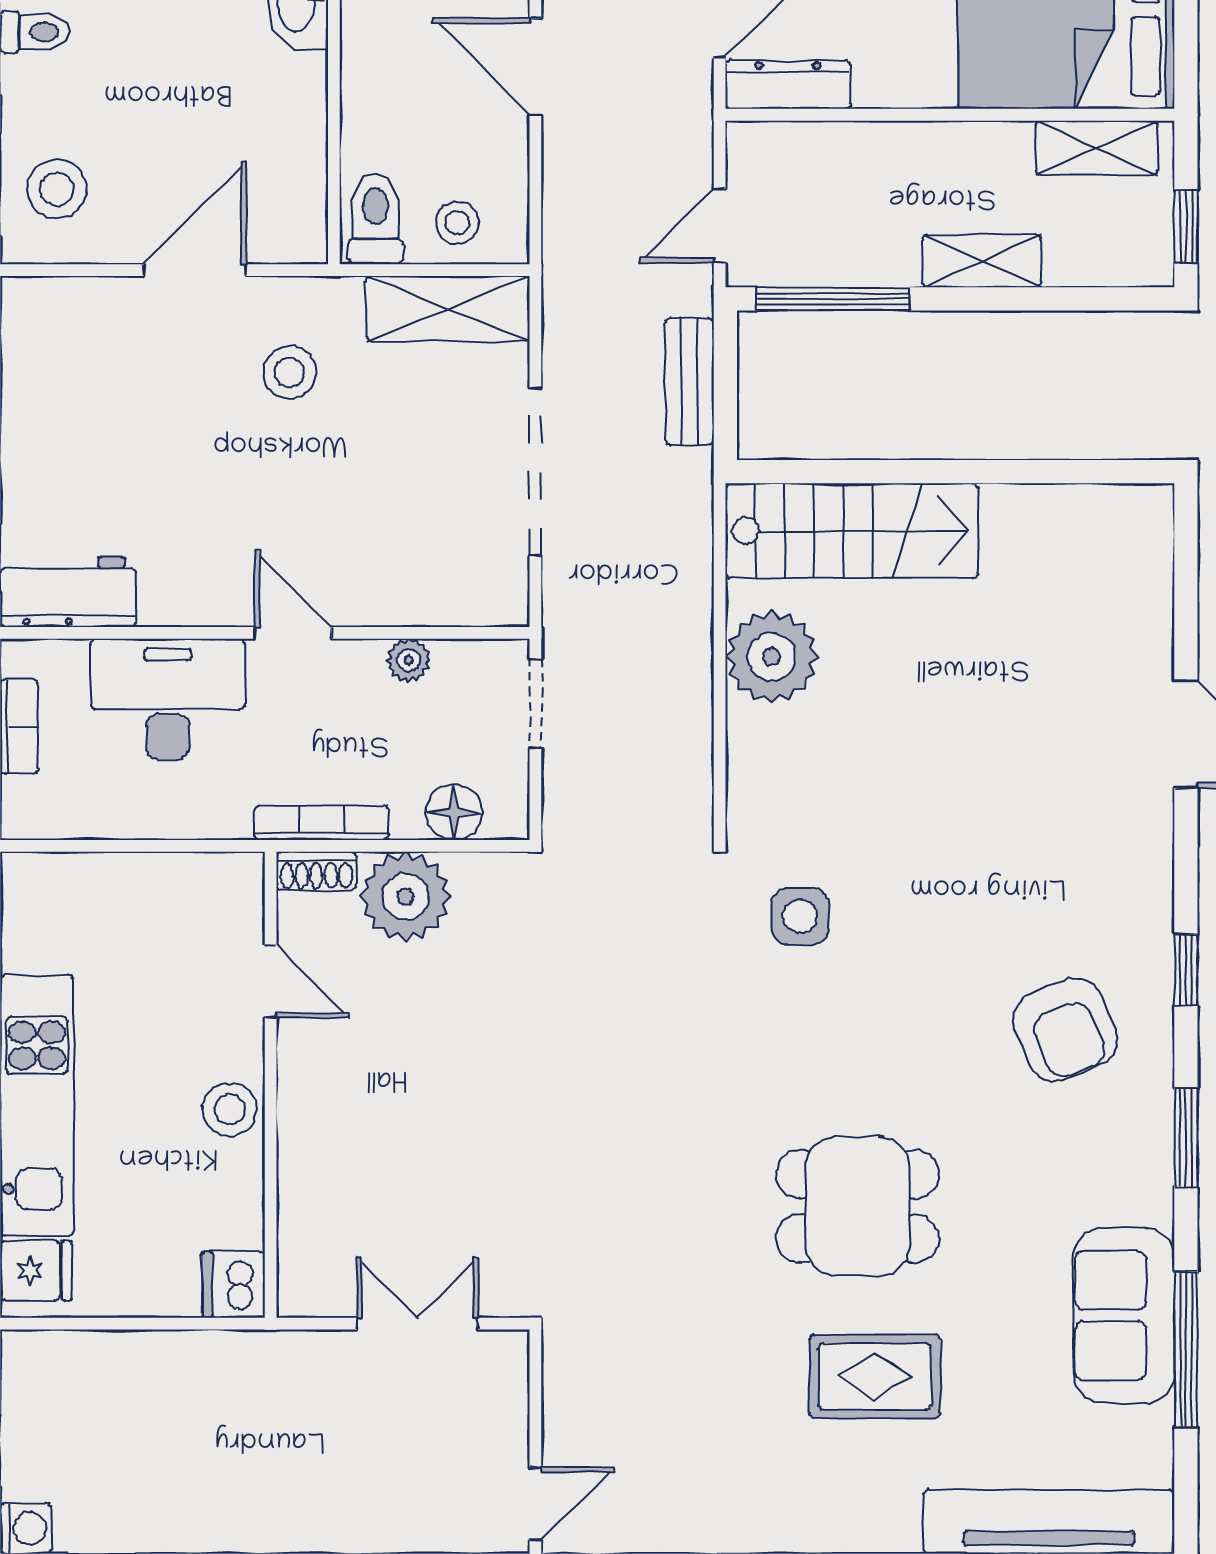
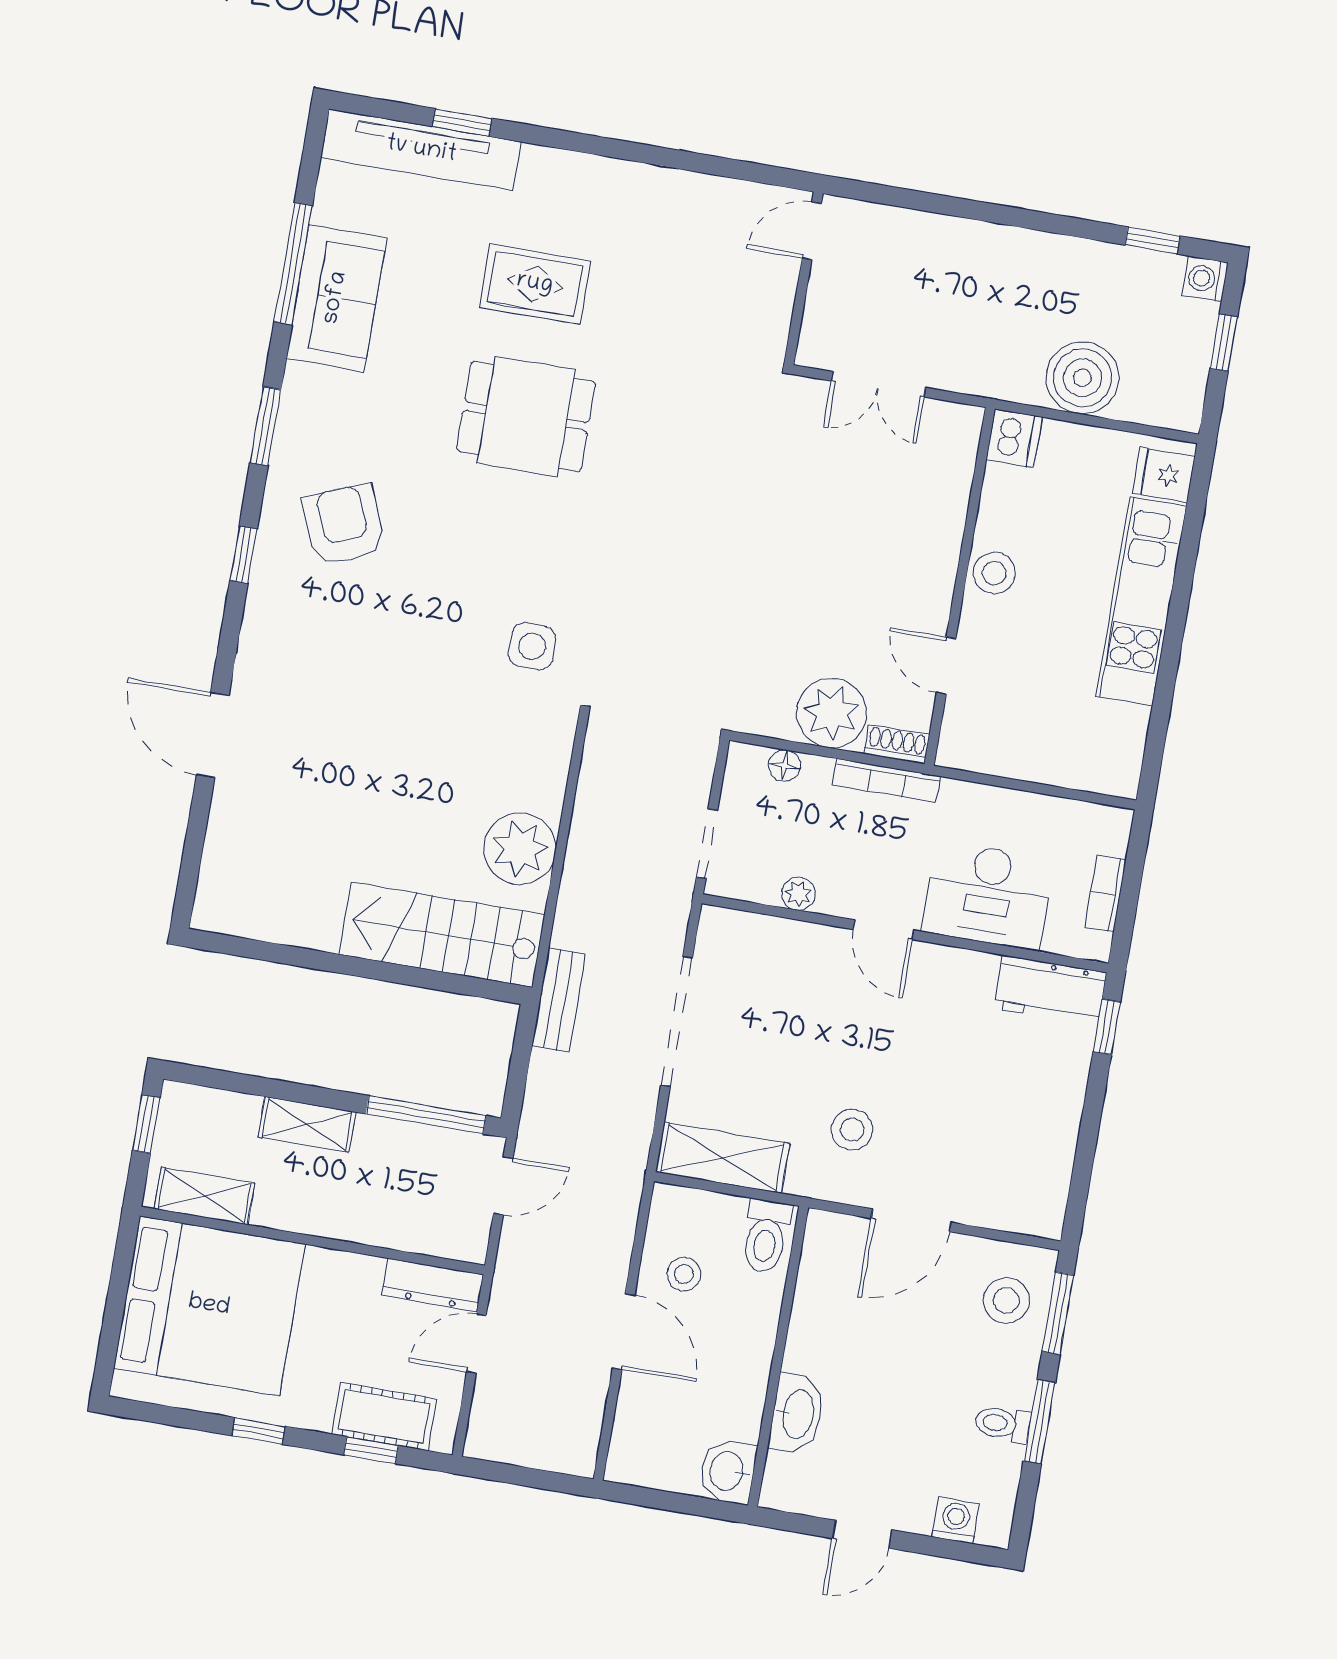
stool: (457, 223) -> (684, 1274), moved
bench: (690, 382) -> (559, 1000), moved
floor lamp: (454, 812) -> (785, 765), width x0.73, depth x0.73
boiler: (160, 1376) -> (1082, 378), added

